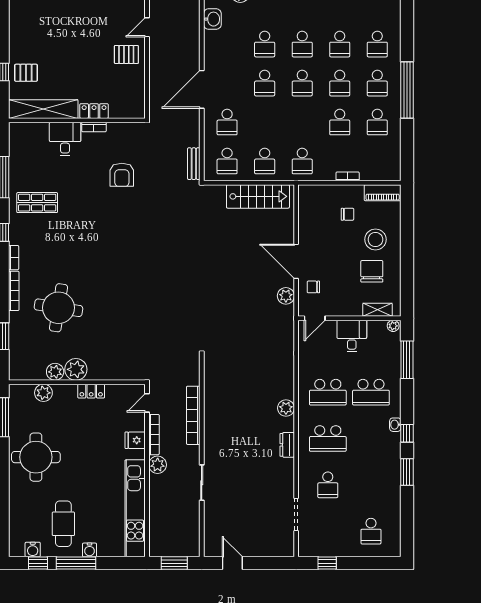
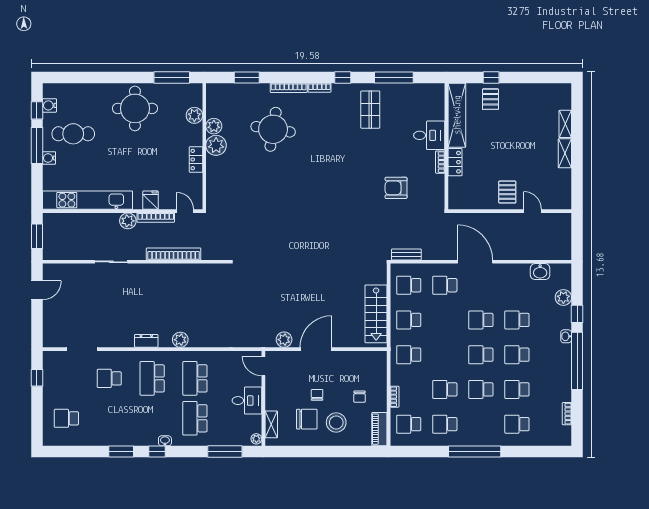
school desk: (377, 83) -> (409, 424), moved
chair: (313, 287) -> (317, 395), moved

